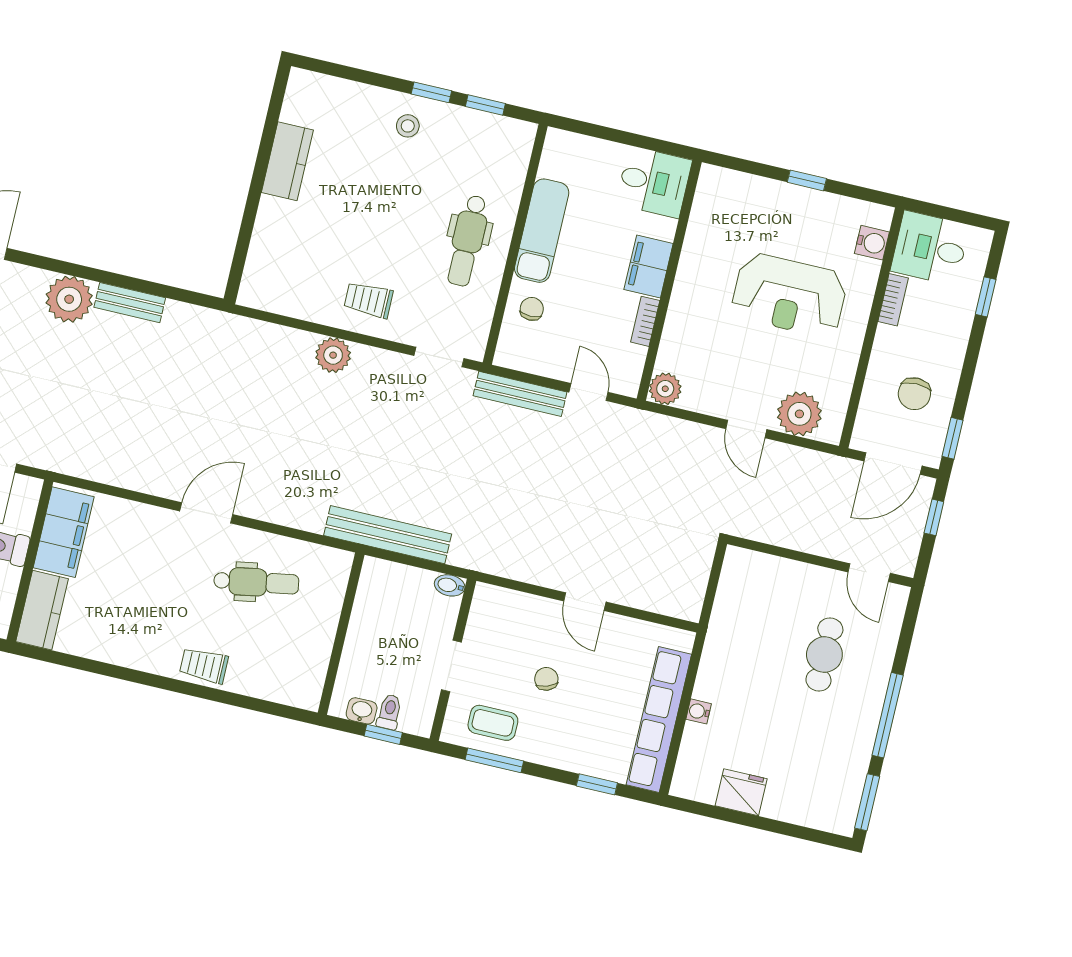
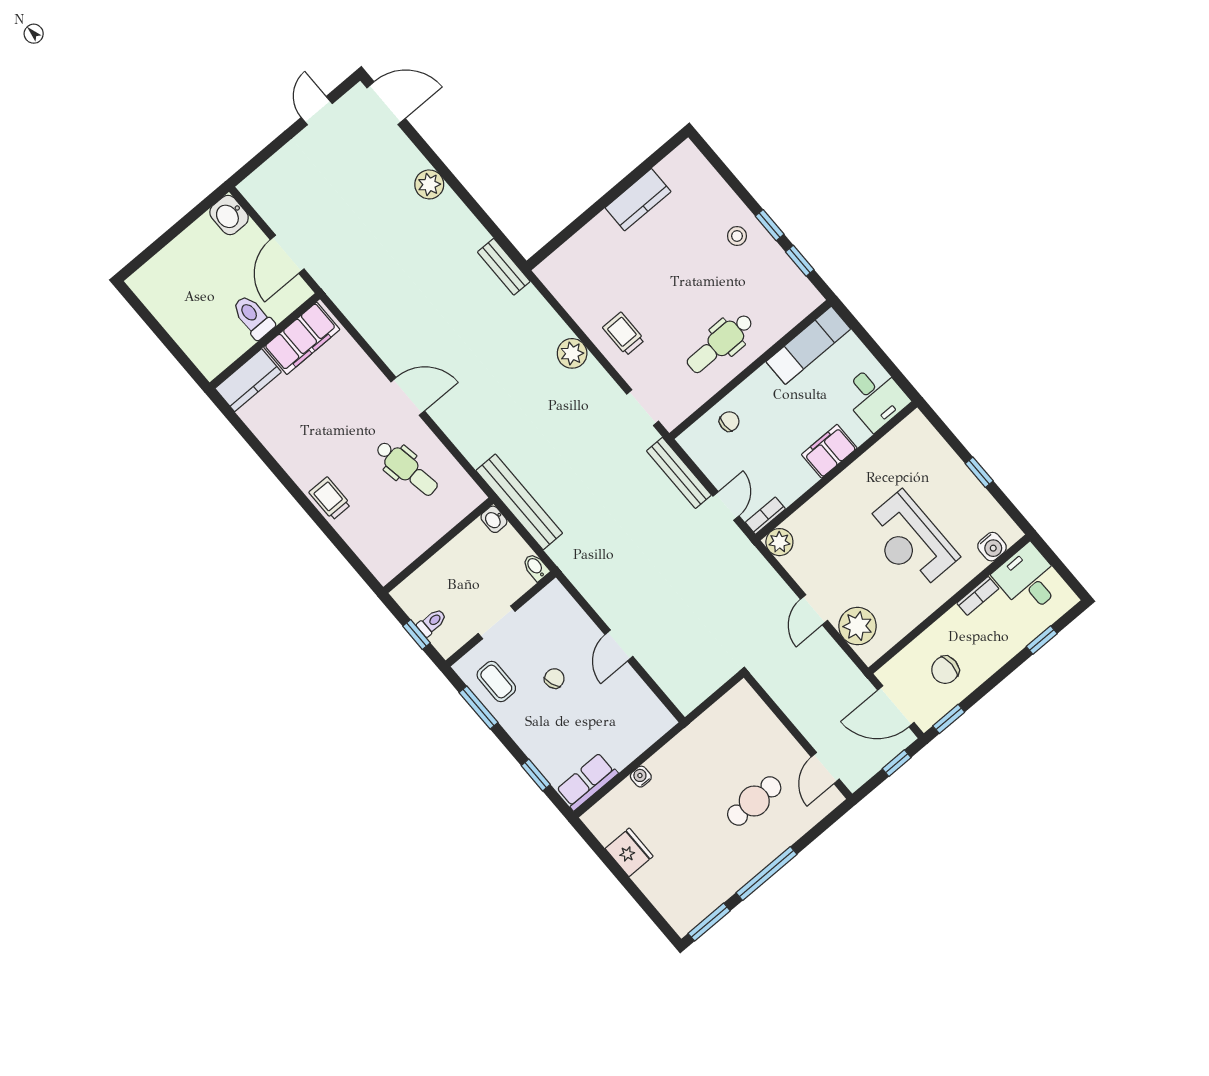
exam couch: (542, 231) -> (808, 345), moved
plant: (69, 299) -> (429, 184), width x0.73, depth x0.73
bench: (130, 303) -> (504, 267), moved
bookcase: (645, 321) -> (765, 516), moved
washbasin: (362, 711) -> (494, 519), moved, turned 180
row of seats: (659, 720) -> (587, 782), width x0.50

